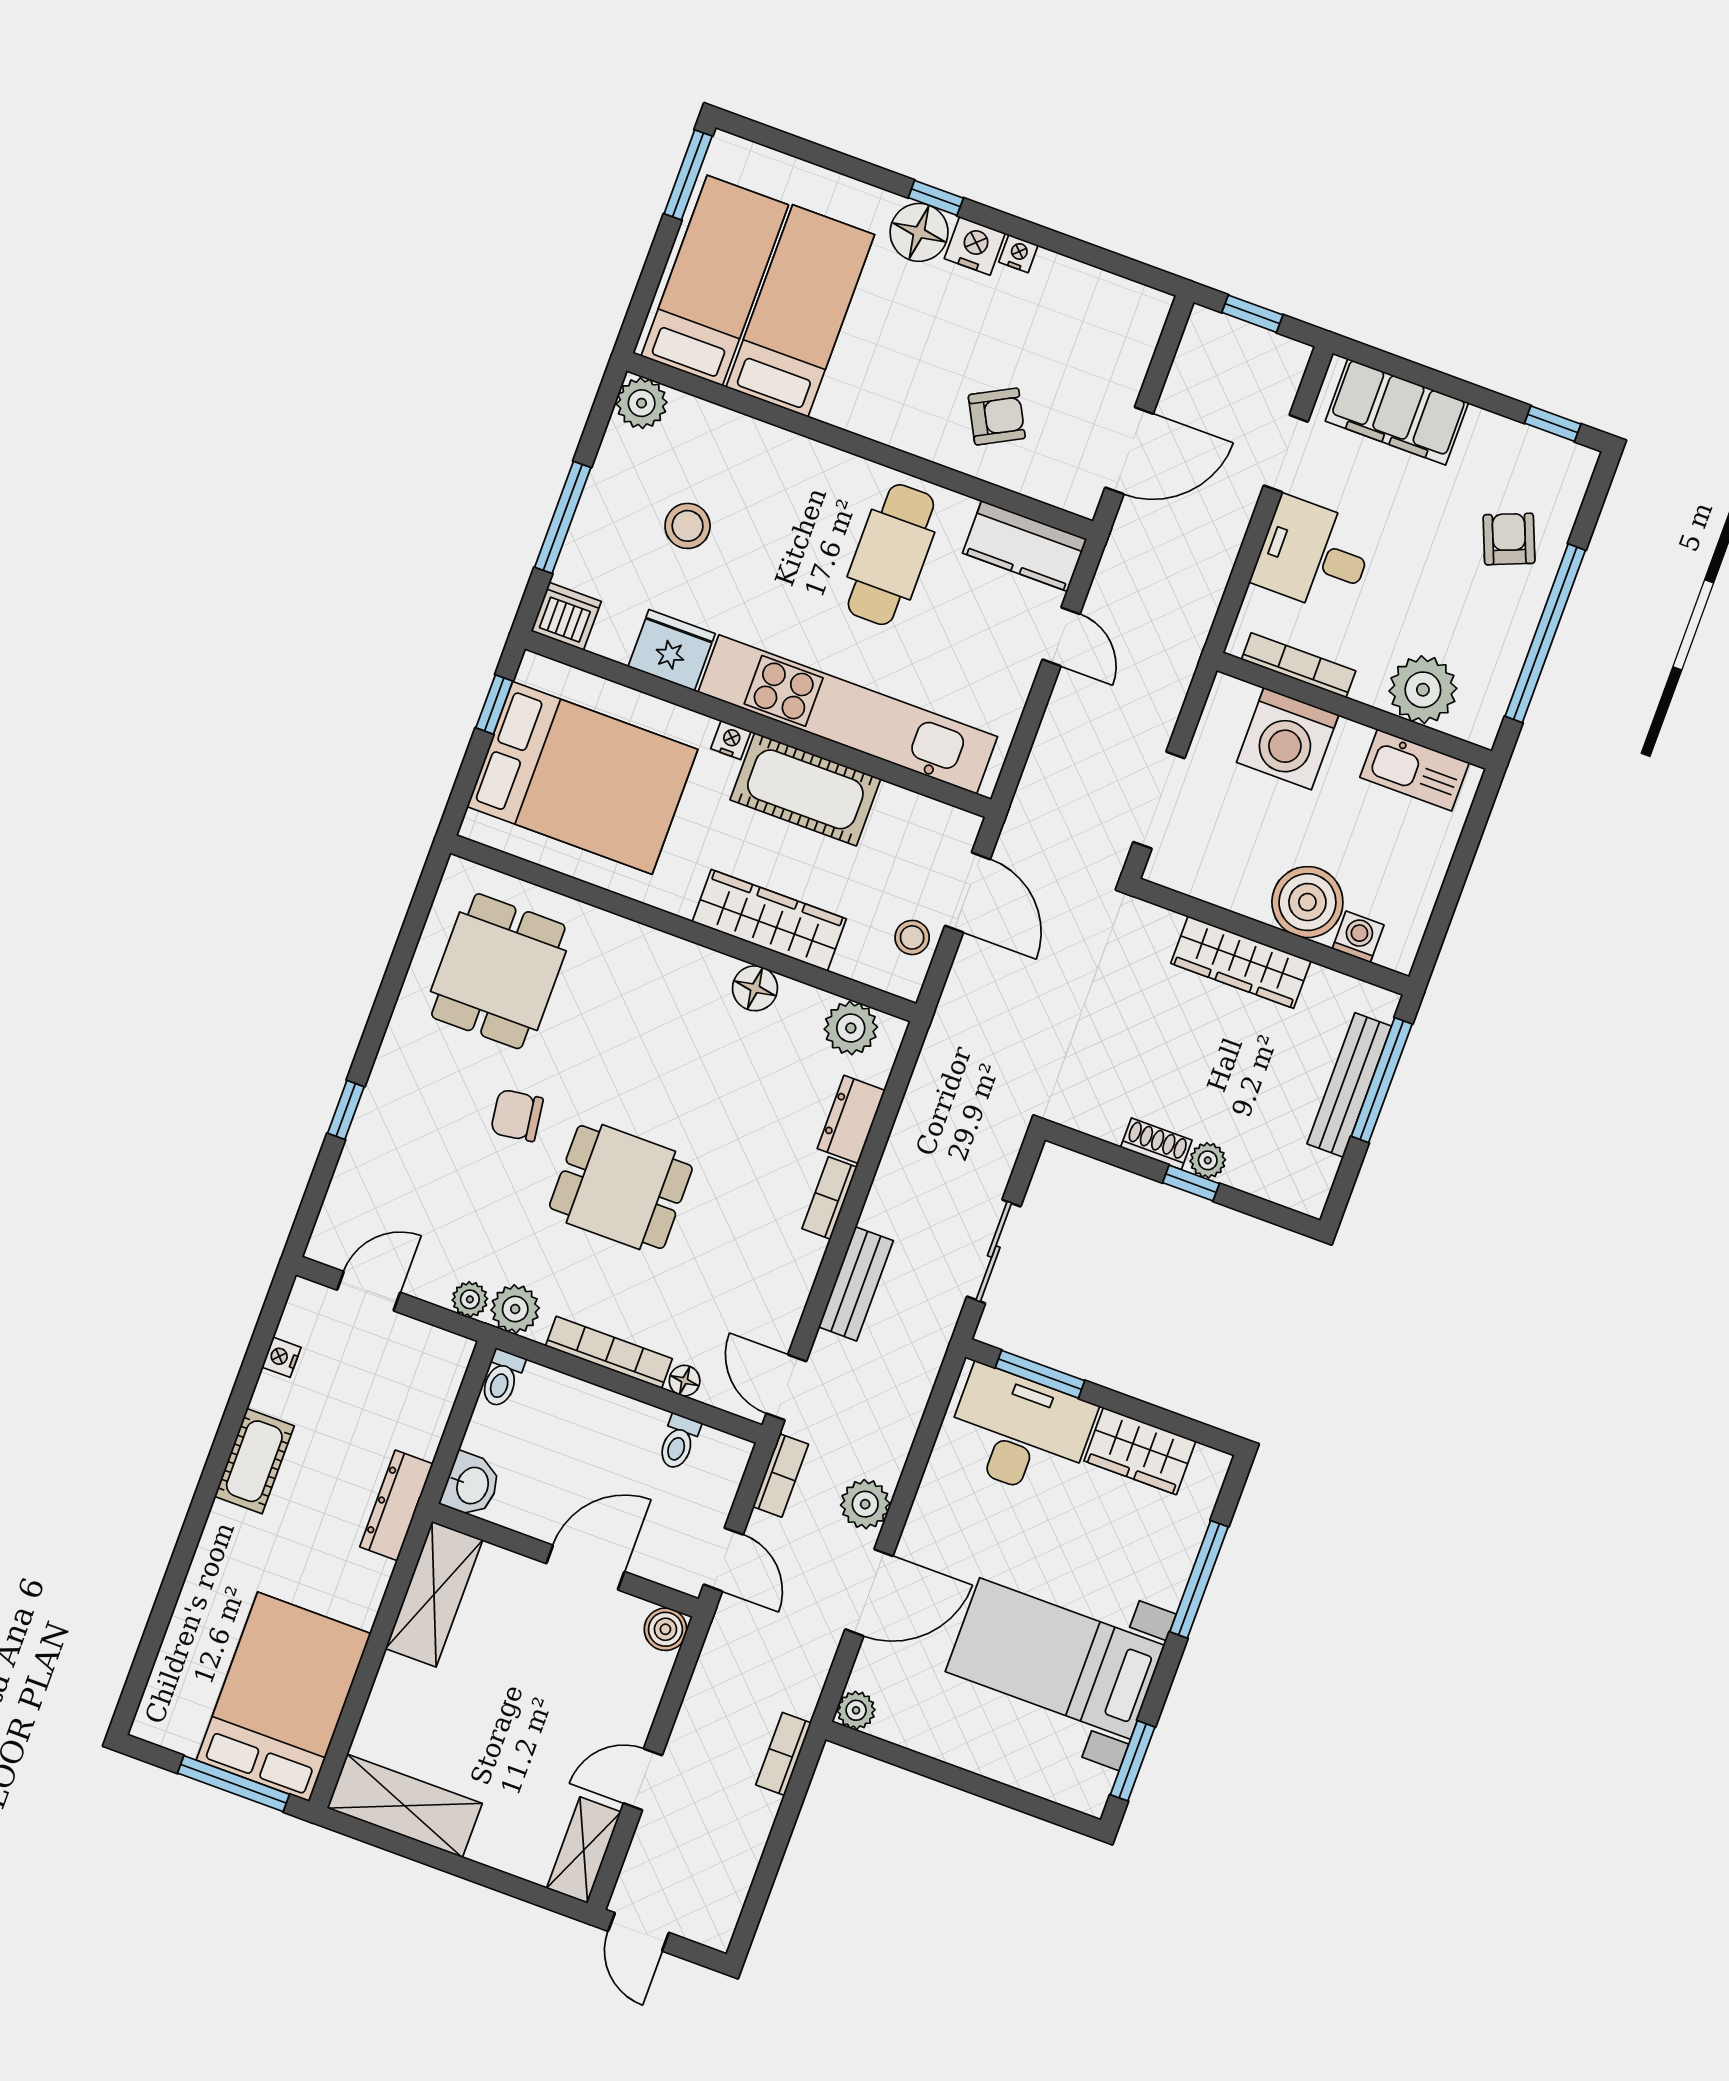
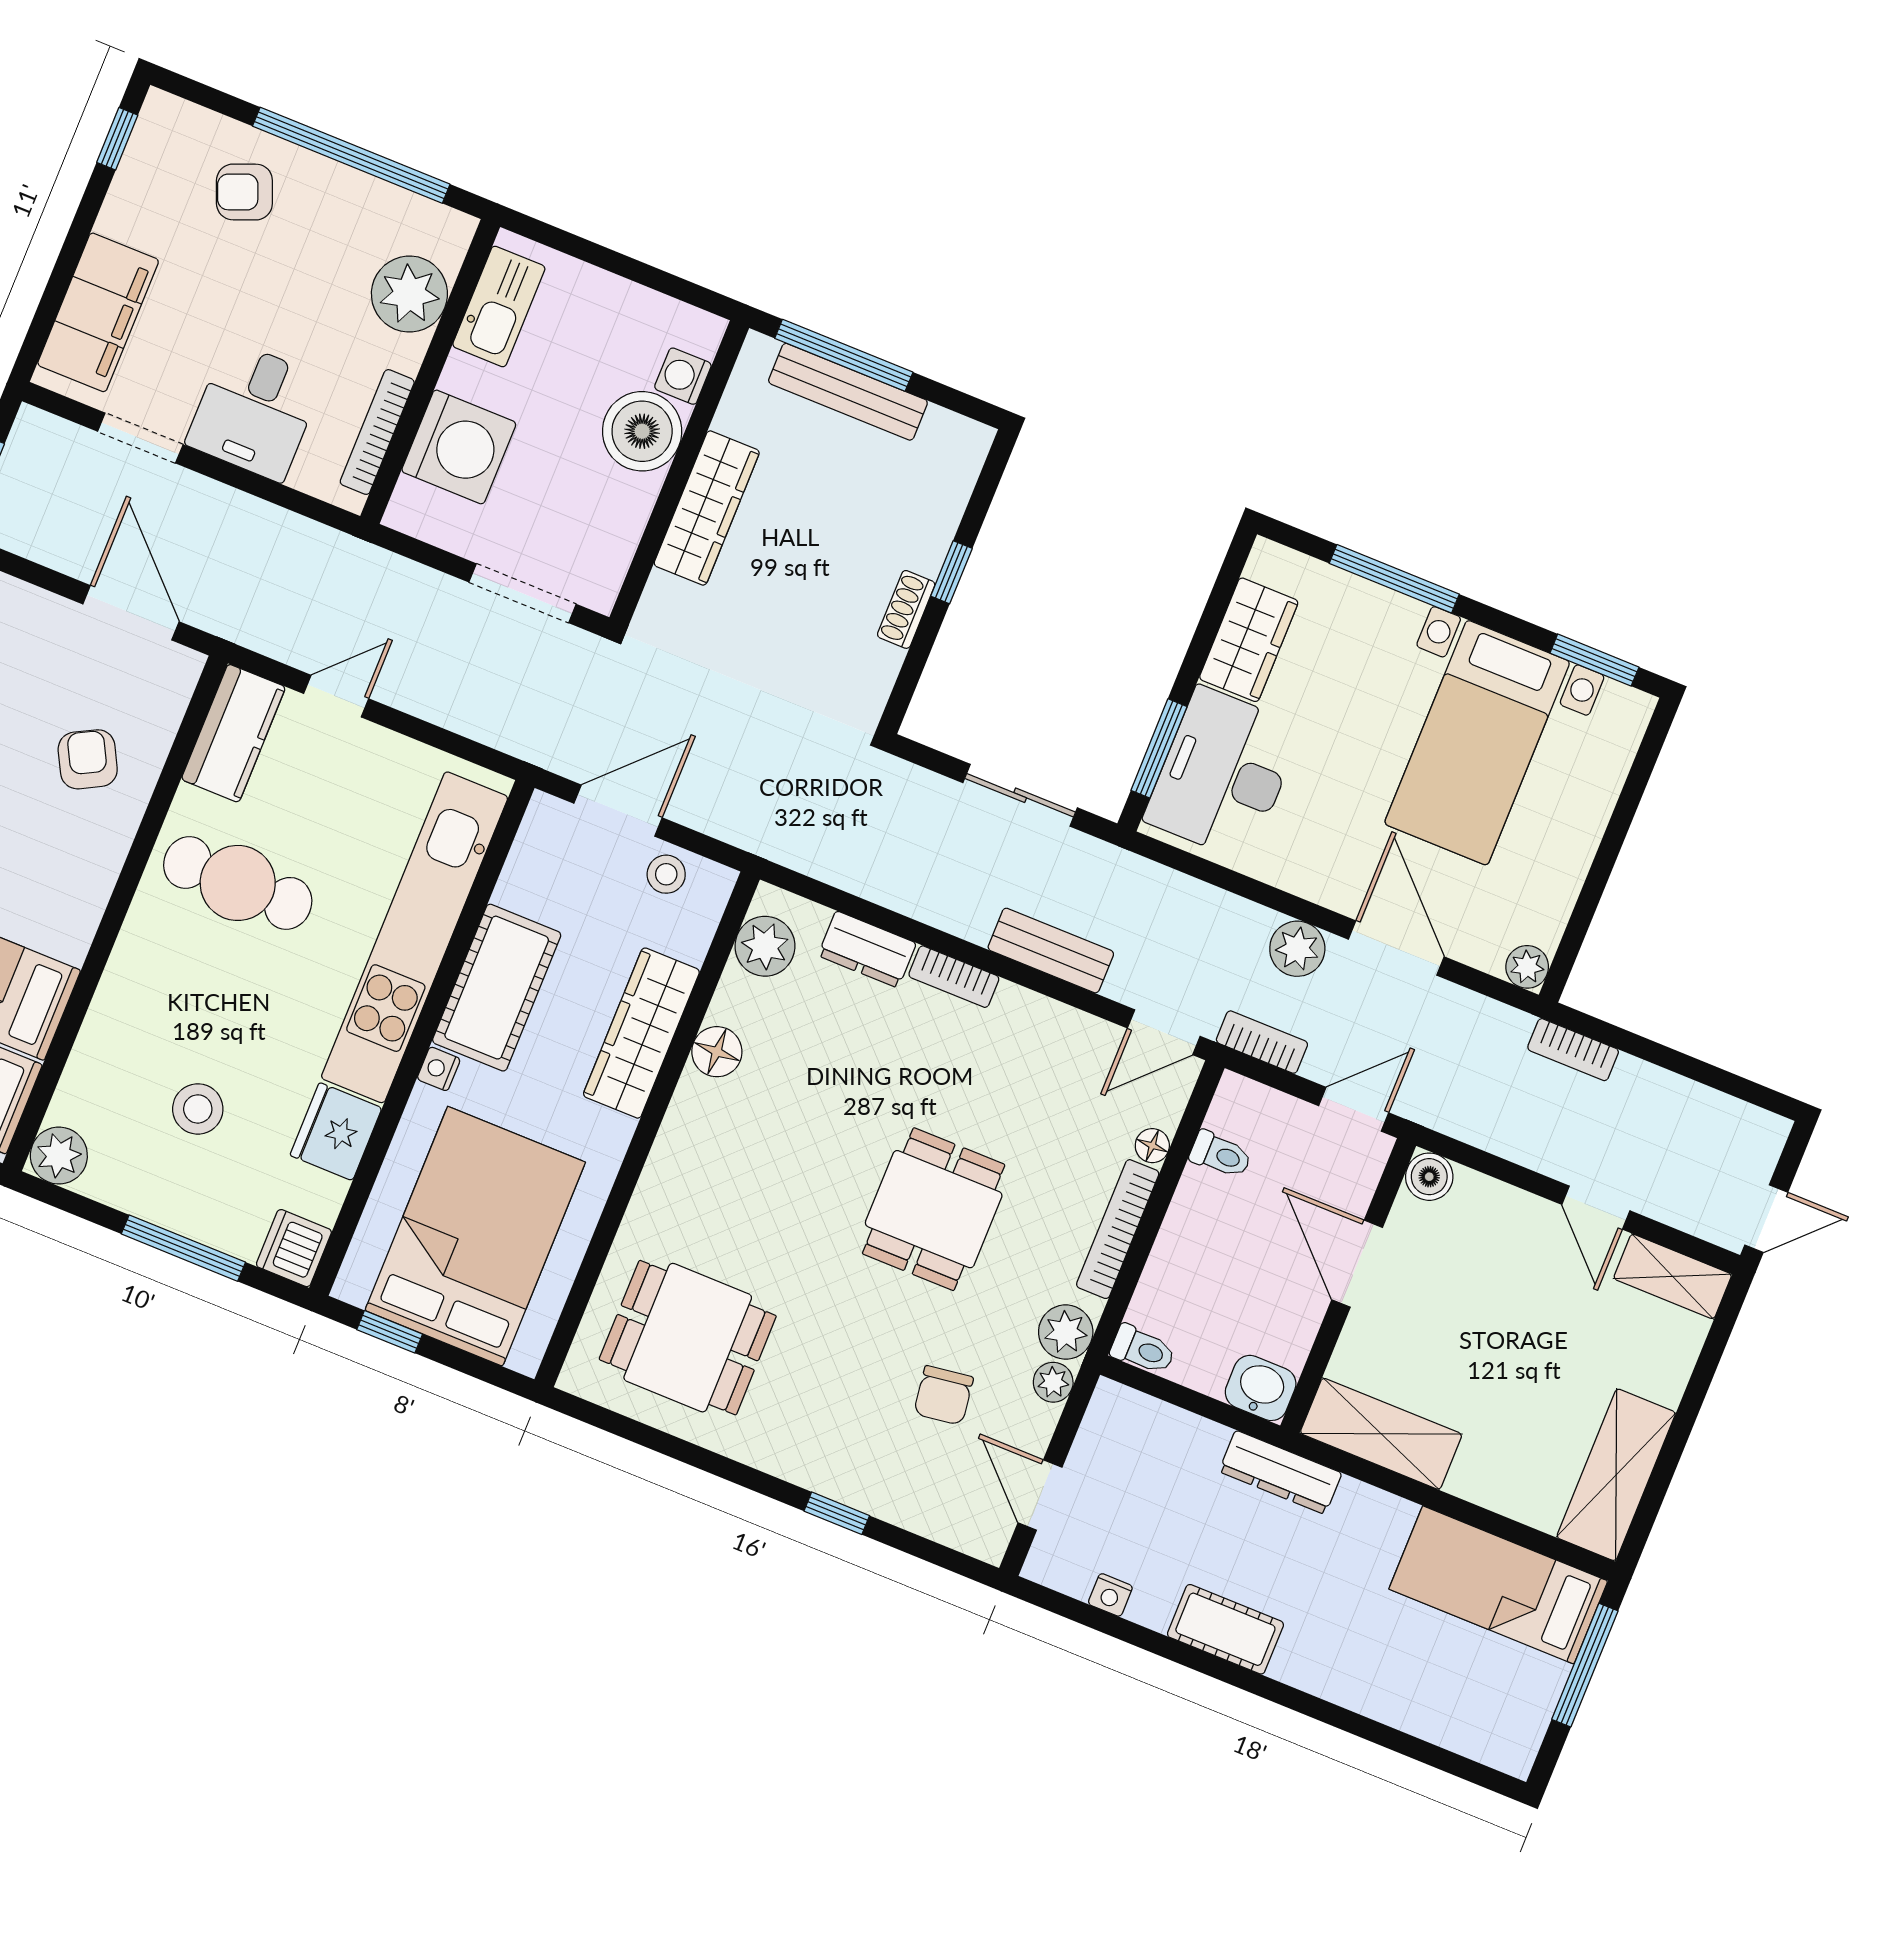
chair: (517, 1115) -> (944, 1395), moved
plant: (1208, 1160) -> (927, 553), removed
bed: (284, 1697) -> (1498, 1585), width x0.67

